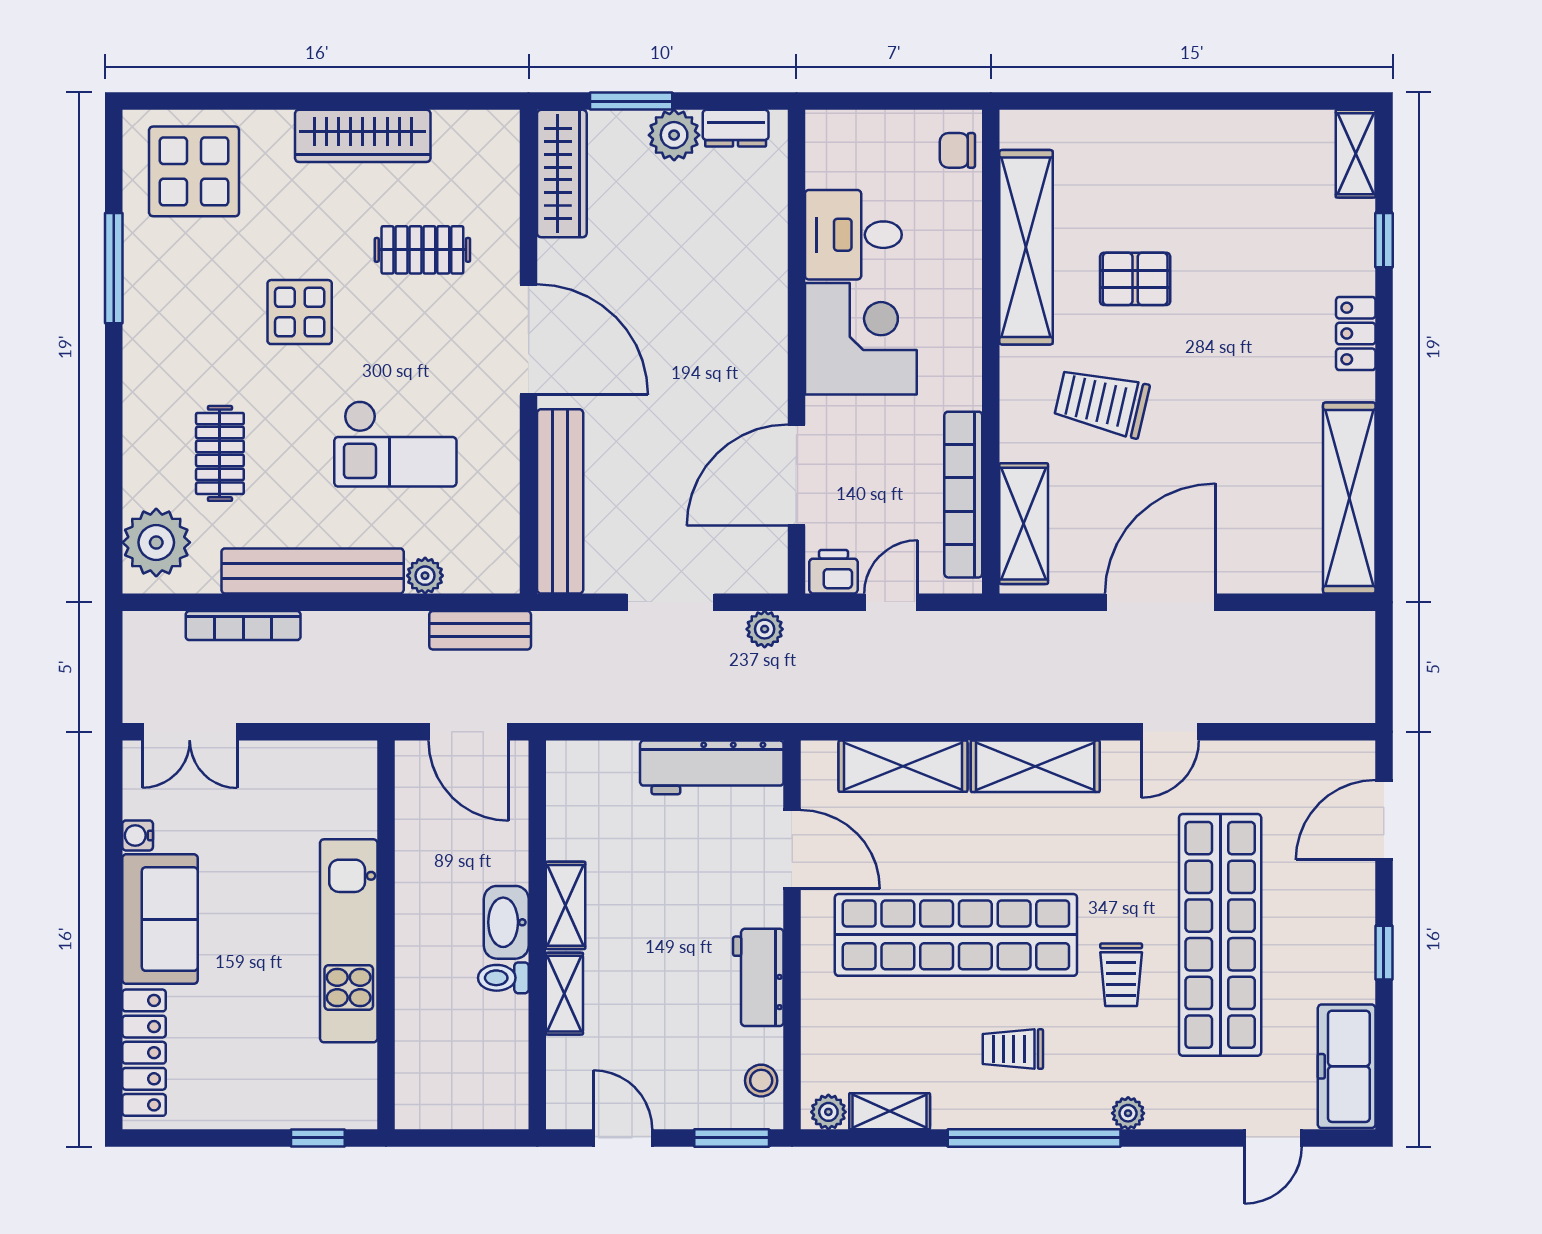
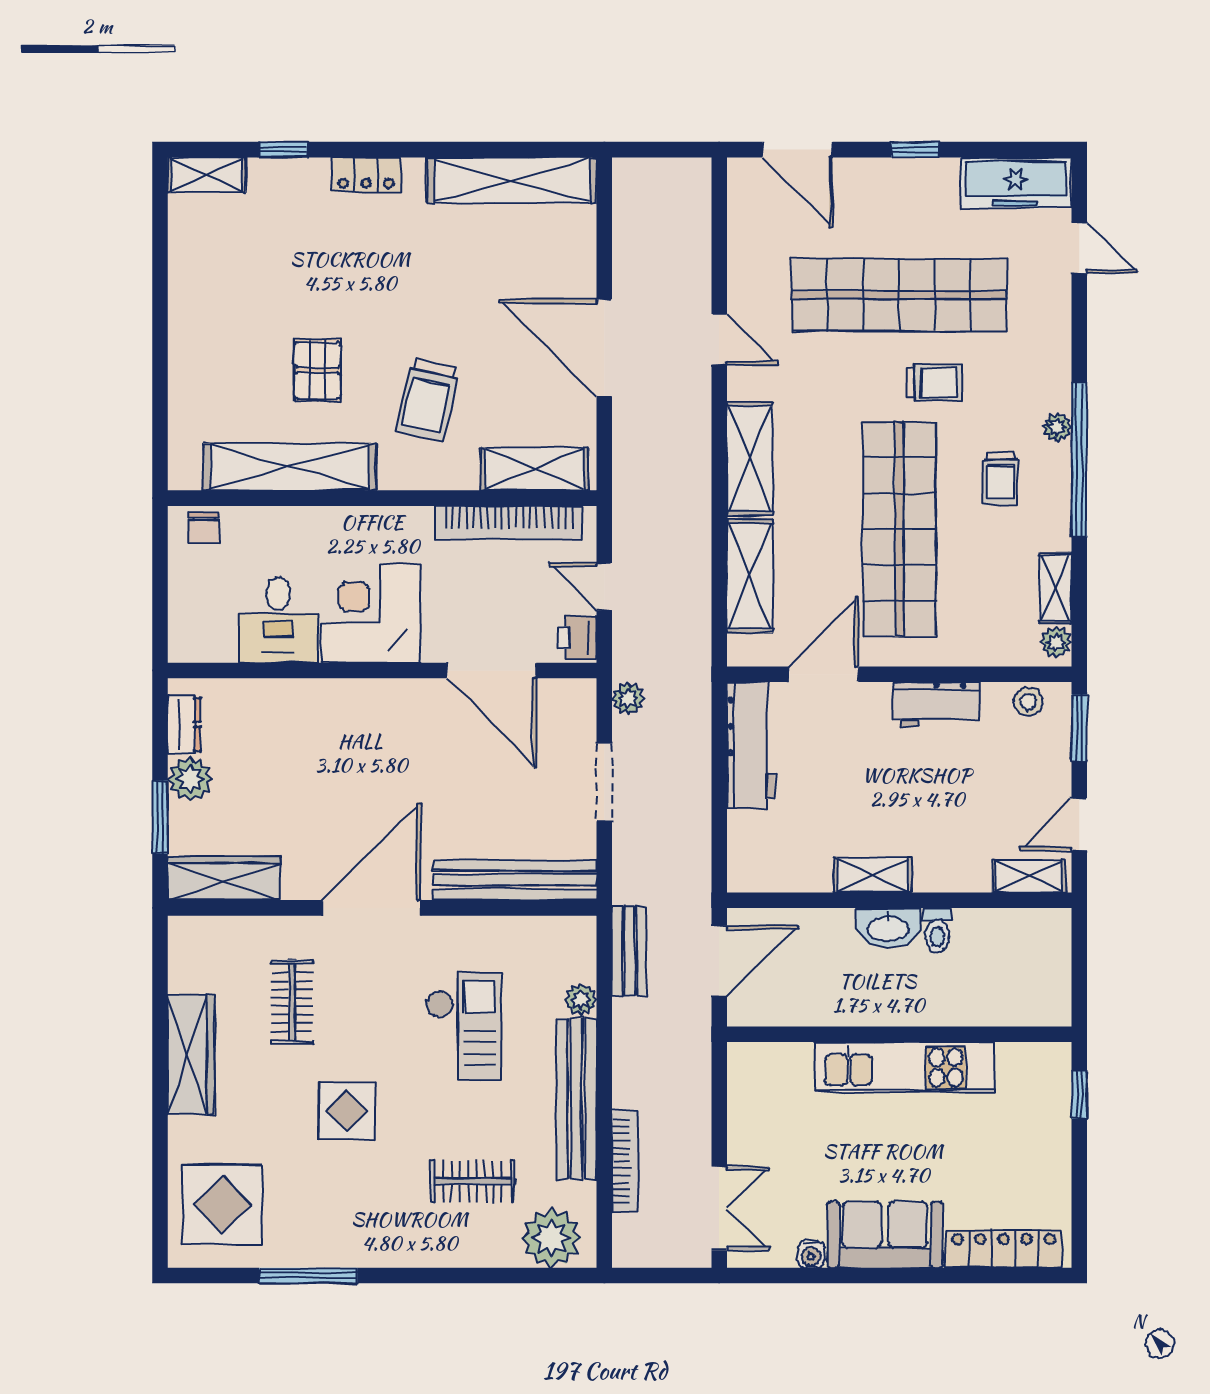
shelving: (564, 994) -> (1029, 876), moved
plant: (1128, 1113) -> (1057, 427), moved

